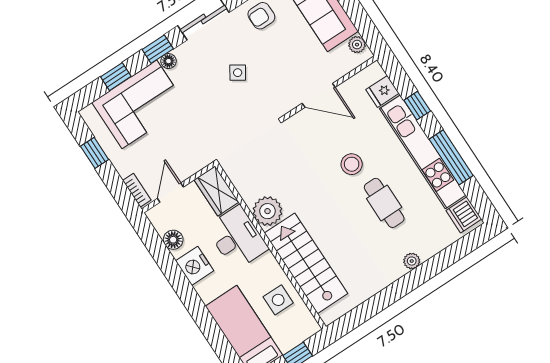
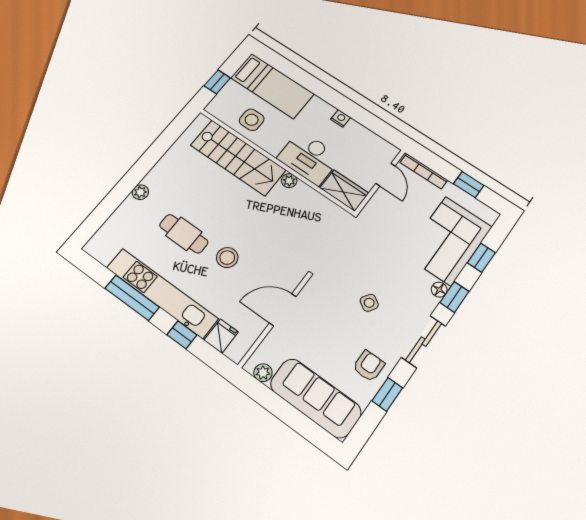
bookcase: (137, 190) -> (424, 171), width x1.56
plant: (267, 211) -> (289, 181), width x0.53, depth x0.53
dishwasher: (464, 215) -> (103, 249), removed
floor lamp: (173, 240) -> (366, 137), removed
nightstand: (195, 266) -> (341, 118), width x0.53, depth x0.56

